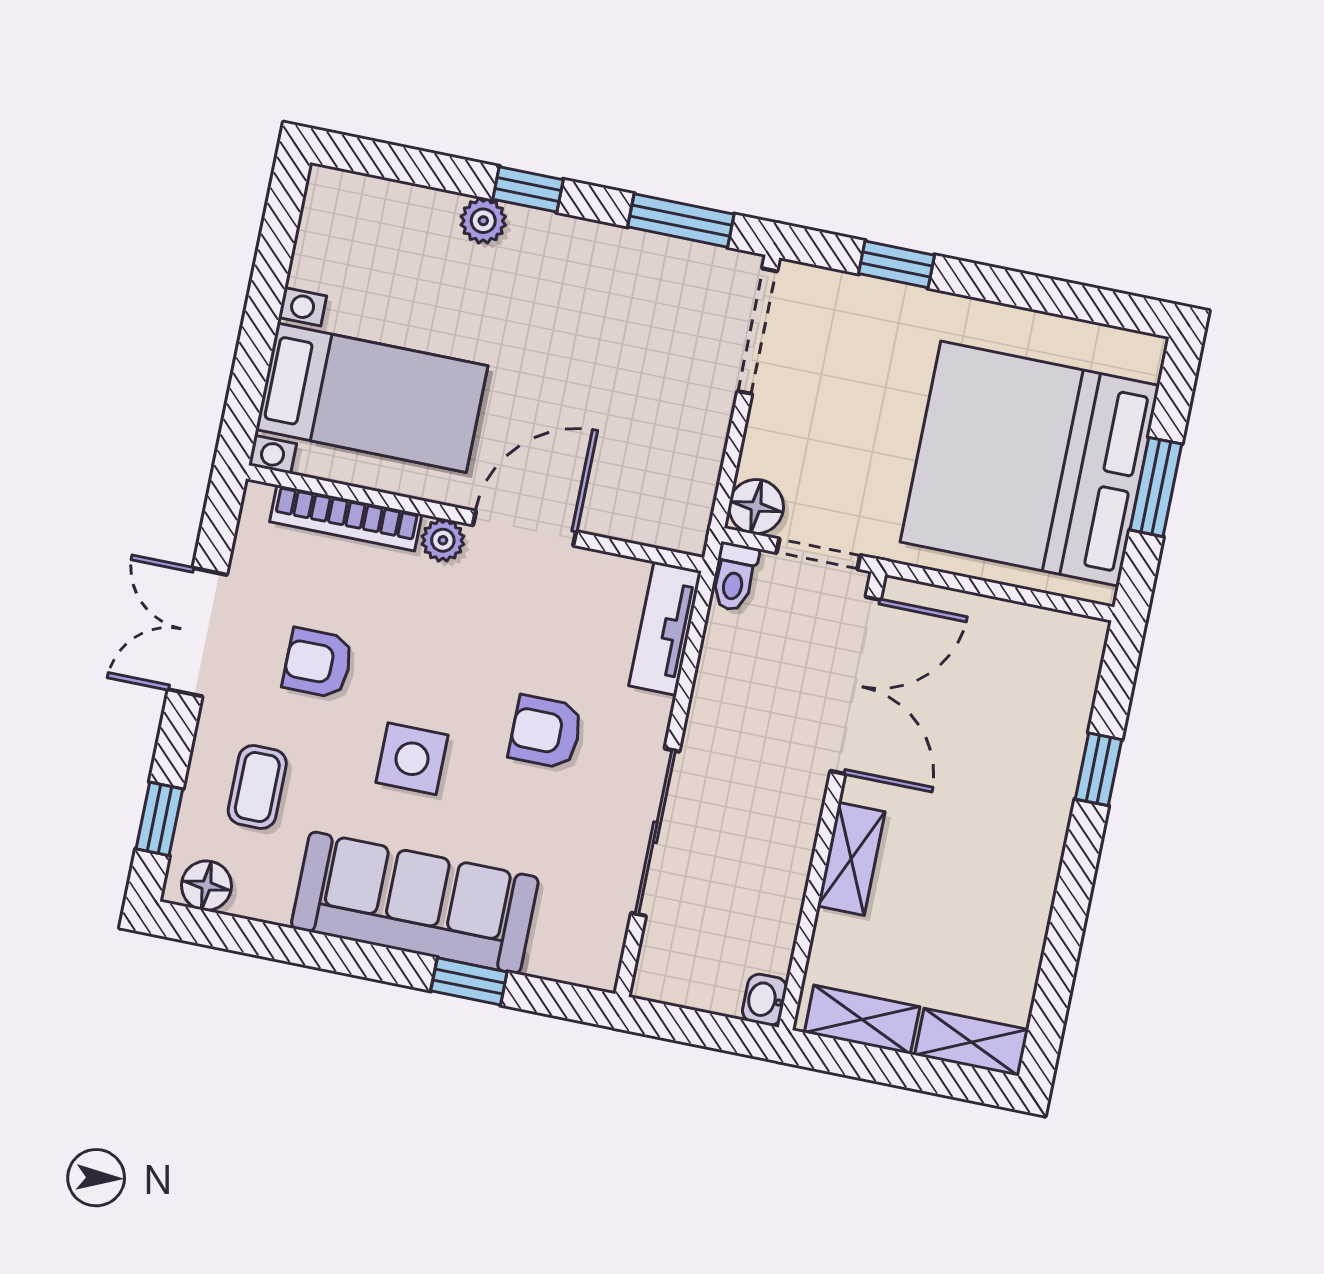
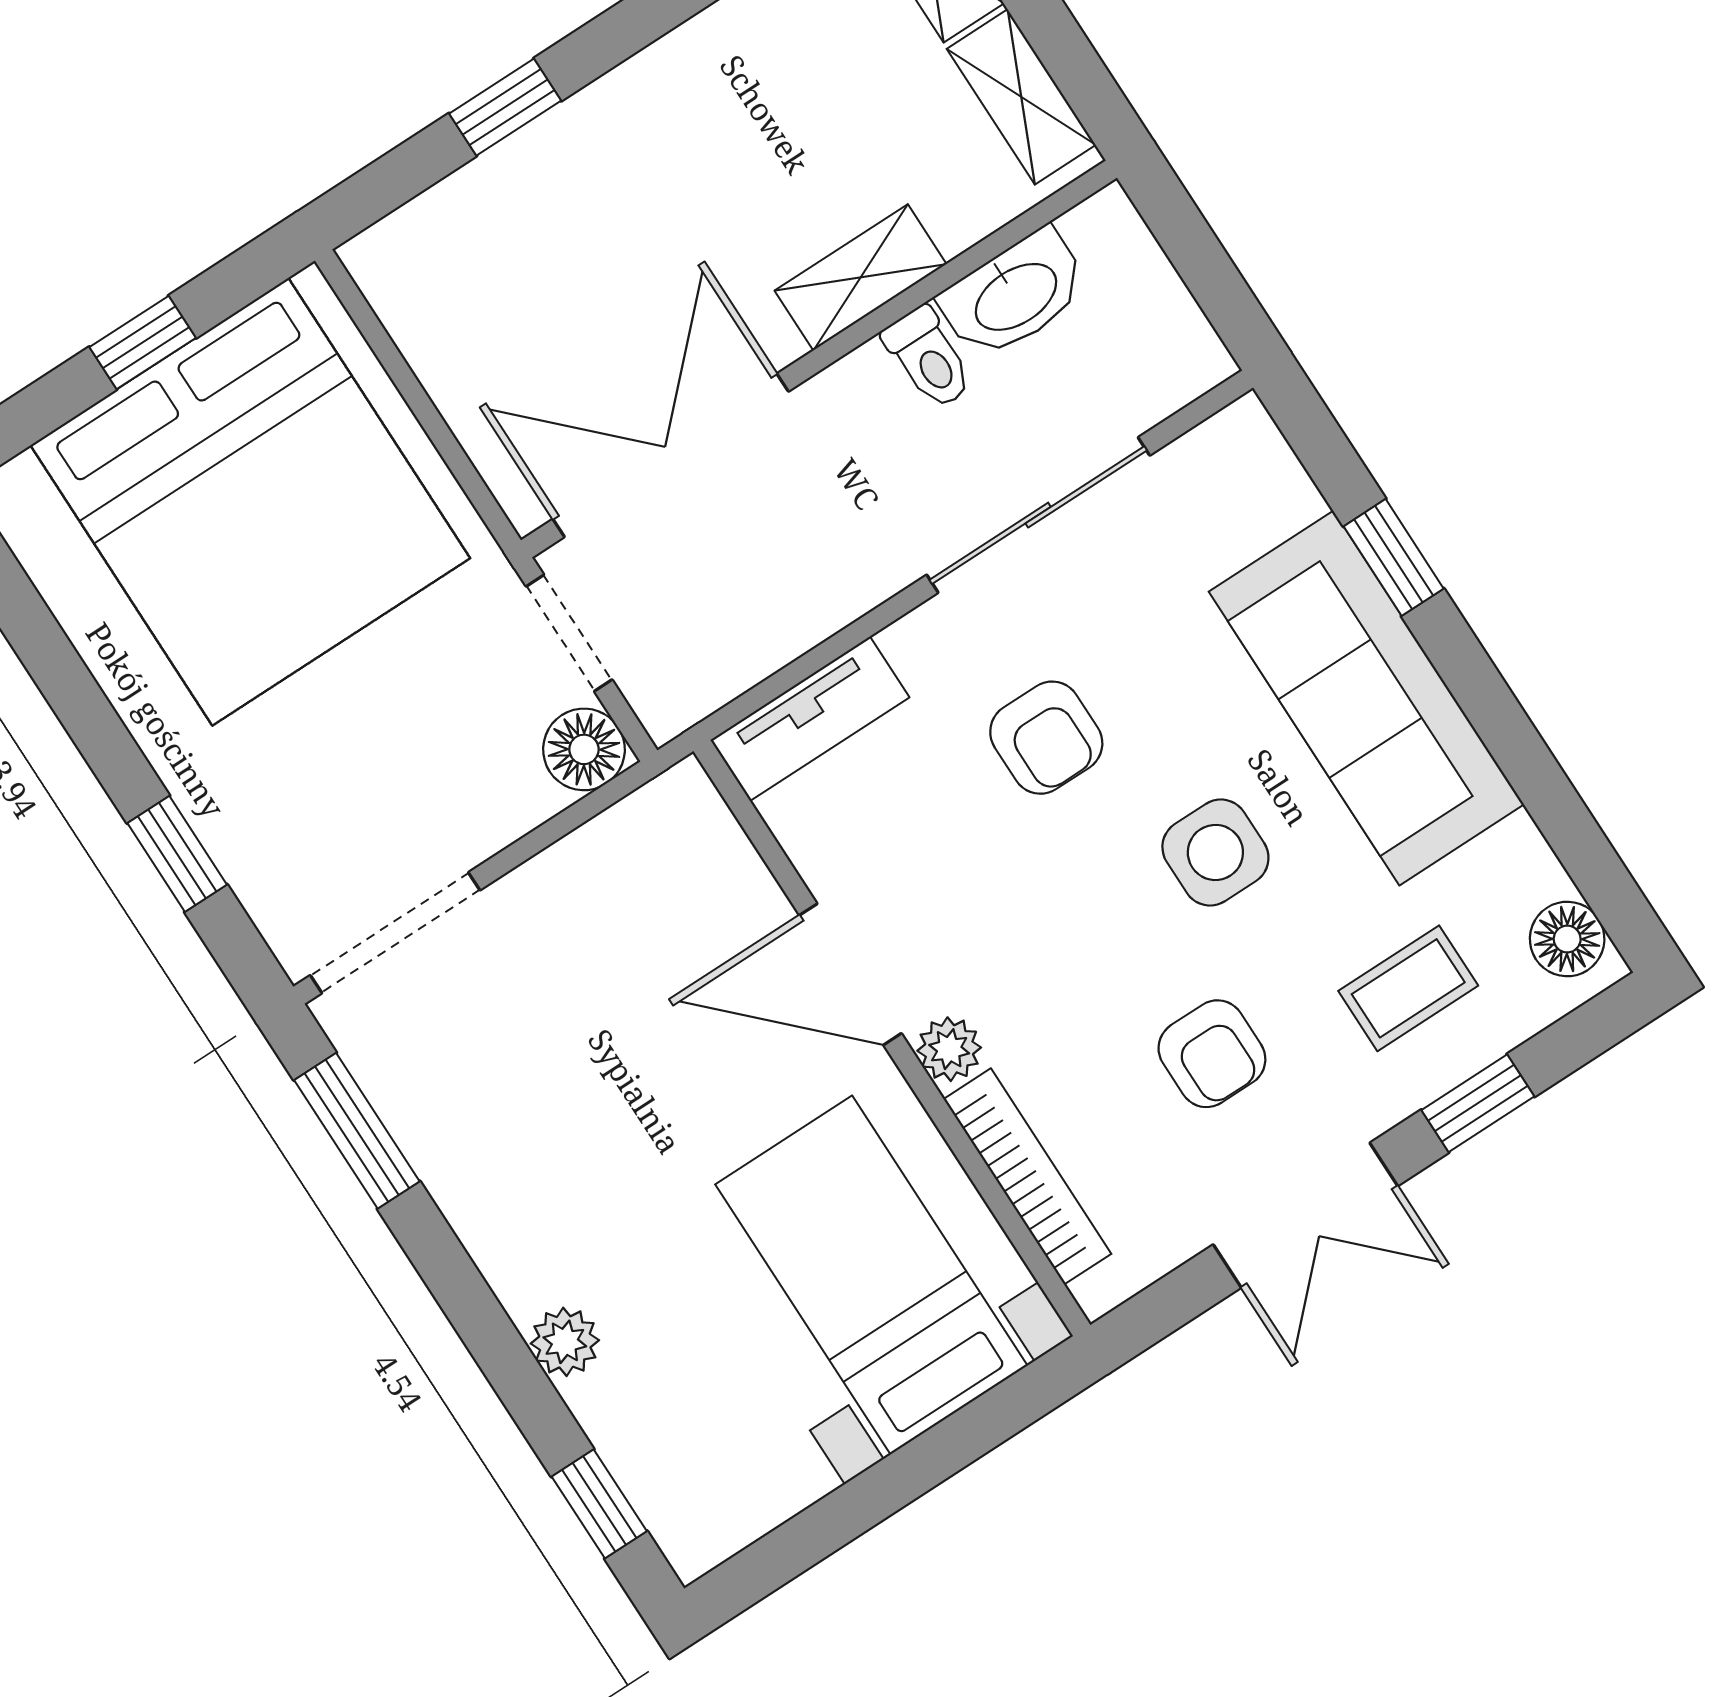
window: (528, 189) -> (599, 1504), moved
window: (1156, 487) -> (143, 343), width x0.67
toilet: (734, 577) -> (929, 358), moved, turned 90
window: (159, 819) -> (1478, 1103), moved
washbasin: (765, 1000) -> (1015, 295), moved, width x1.91, depth x1.45

